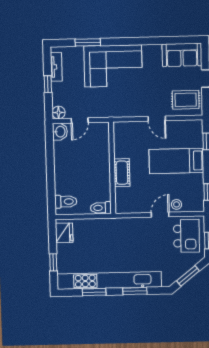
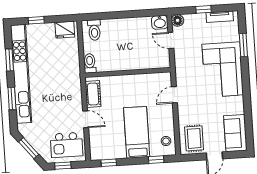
door: (157, 119) -> (174, 95), moved
cot: (122, 173) -> (93, 94), moved, turned 90
stool: (177, 204) -> (166, 141), moved

